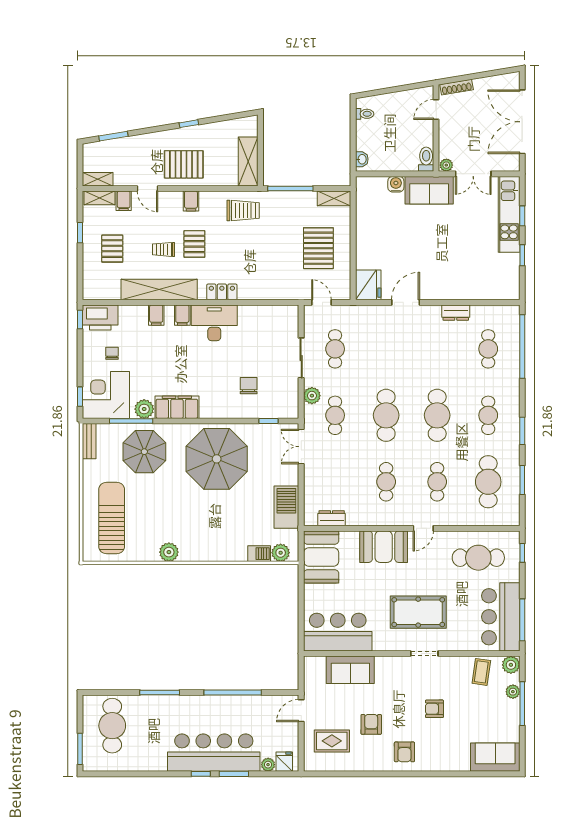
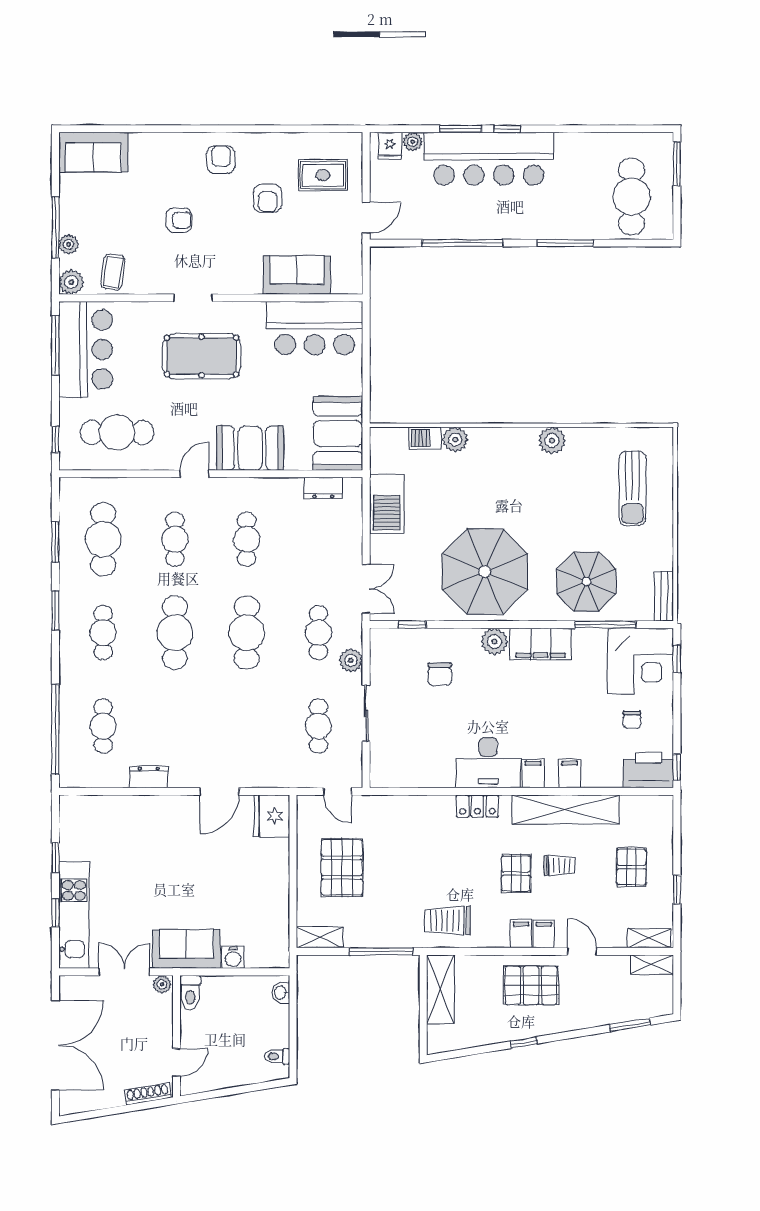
filing cabinet: (124, 201) -> (544, 934), moved
plant: (144, 409) -> (495, 641), moved
sun lounger: (112, 518) -> (632, 488), width x0.73, depth x0.75
plant: (281, 553) -> (455, 440), moved

